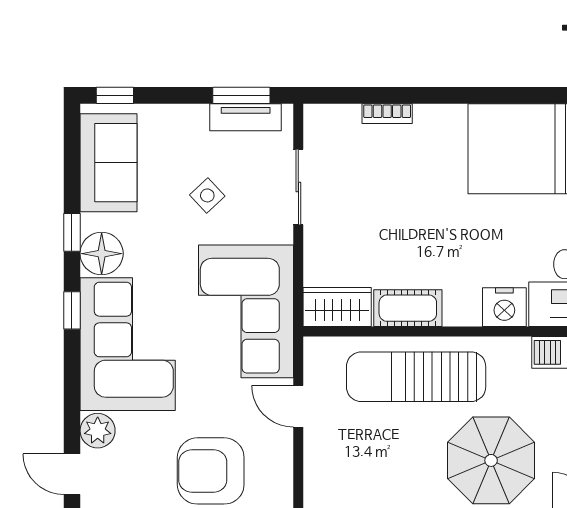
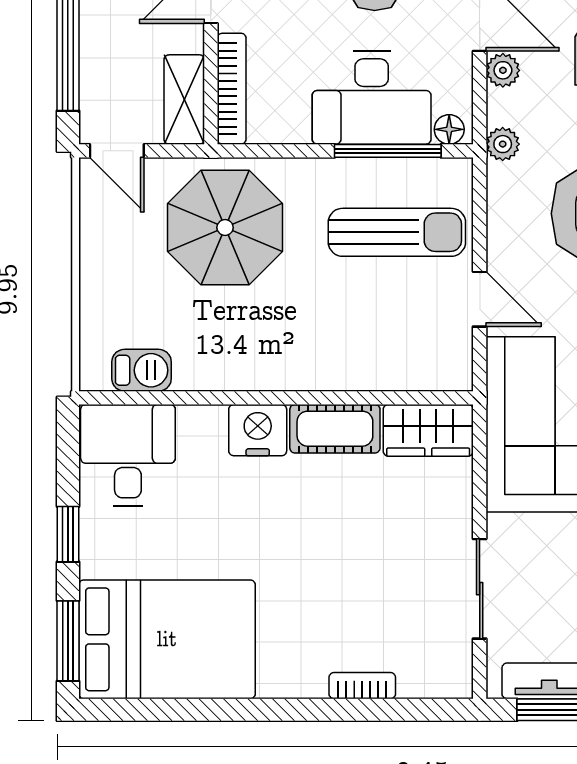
nightstand: (504, 307) -> (258, 430), moved
sun lounger: (416, 377) -> (397, 232), moved, width x0.73, depth x0.75

